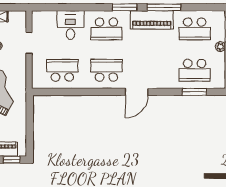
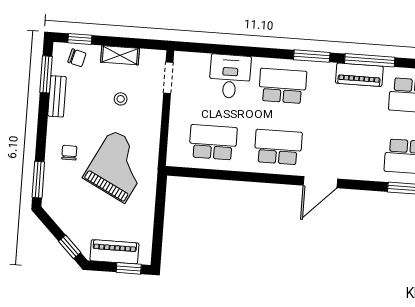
piano: (152, 20) -> (359, 75), width x0.73, depth x0.75
school desk: (106, 29) -> (283, 86), turned 180
doorway: (29, 43) -> (168, 78), moved

